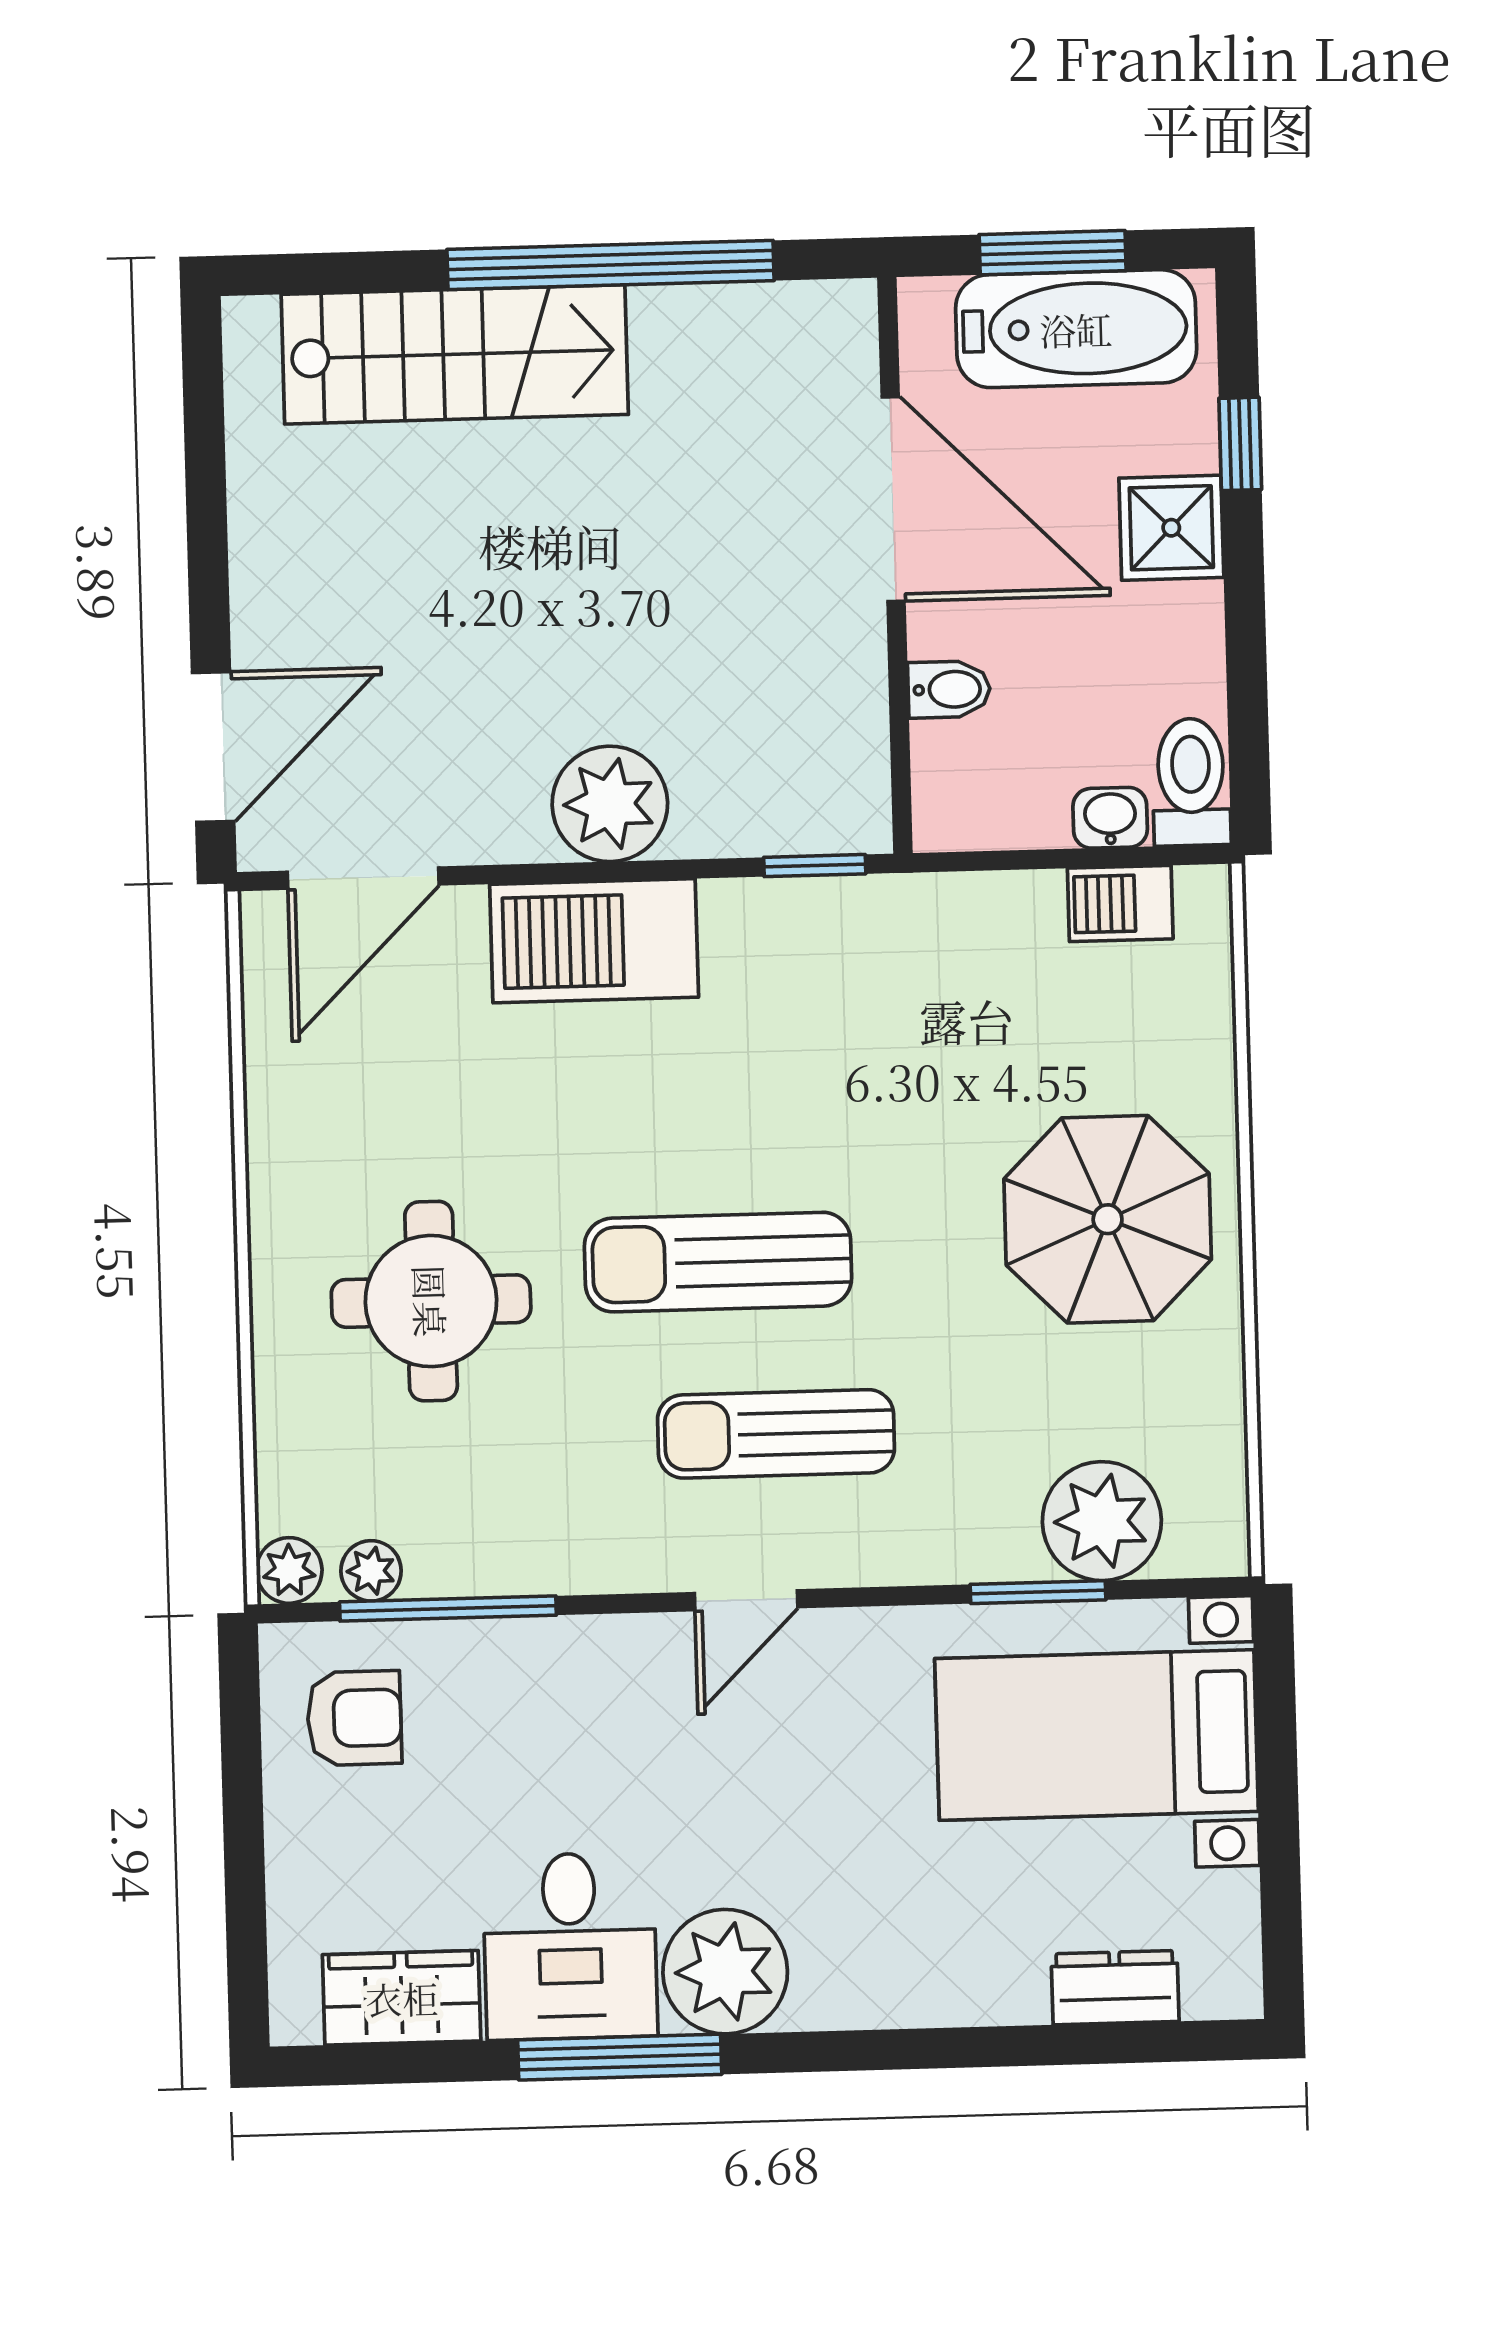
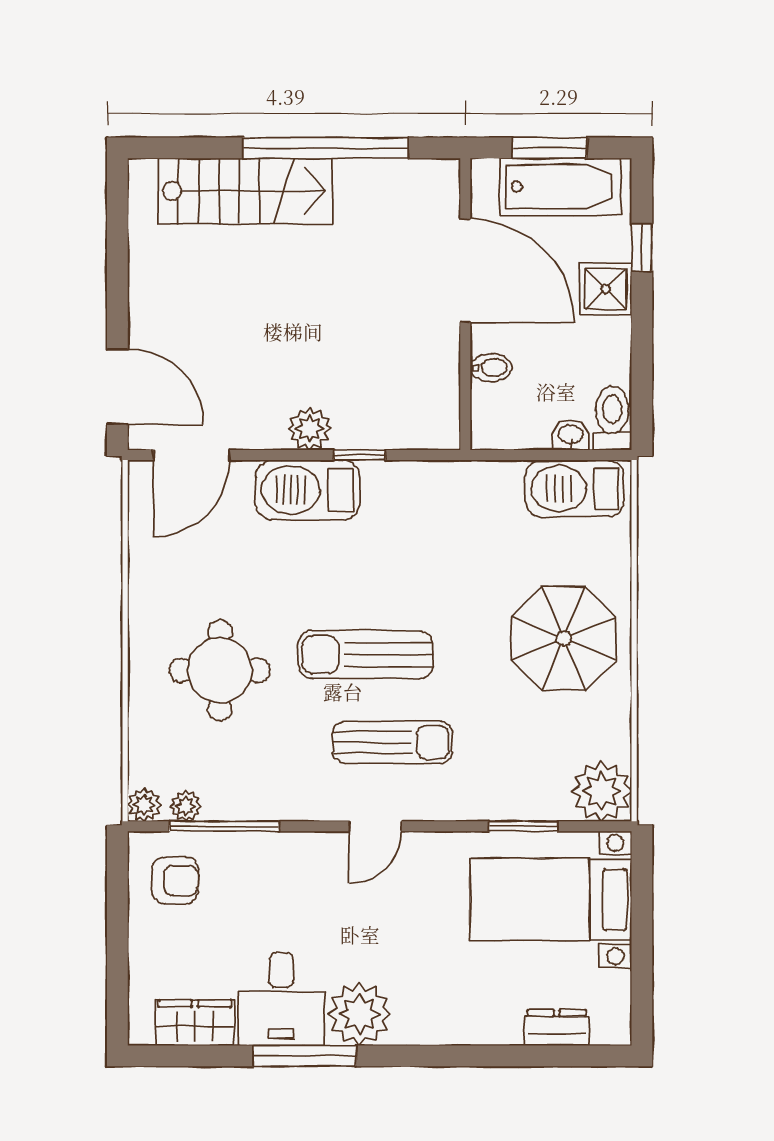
door: (213, 747) -> (117, 386), hinge flipped
plant: (610, 804) -> (310, 429), width x0.73, depth x0.73
window: (815, 866) -> (359, 455), moved
barbecue: (1120, 904) -> (575, 489), width x1.88, depth x1.53
sun lounger: (776, 1434) -> (393, 742), turned 180
plant: (1102, 1521) -> (601, 791), moved

